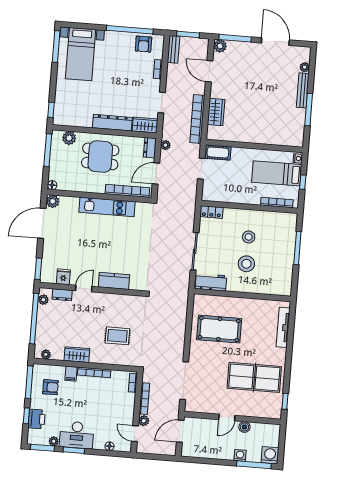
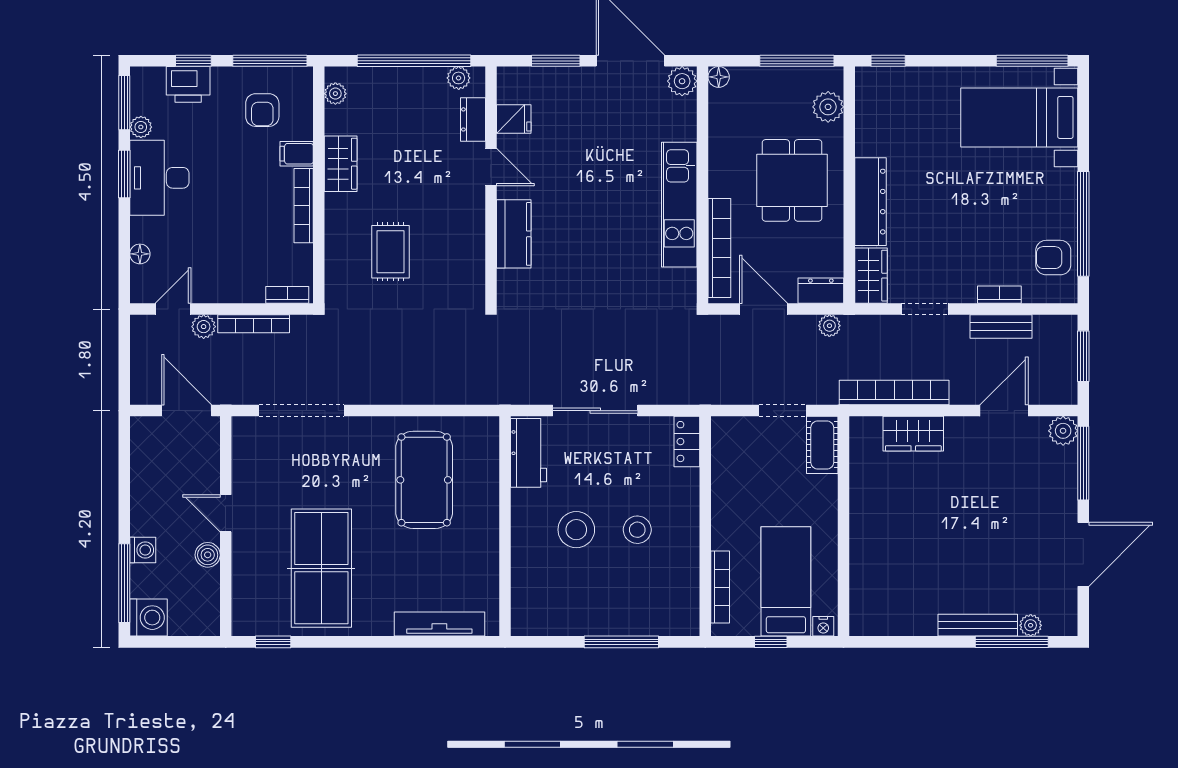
bench: (174, 49) -> (1001, 326), moved
window: (309, 110) -> (1012, 642), moved
window: (38, 269) -> (556, 61), moved

